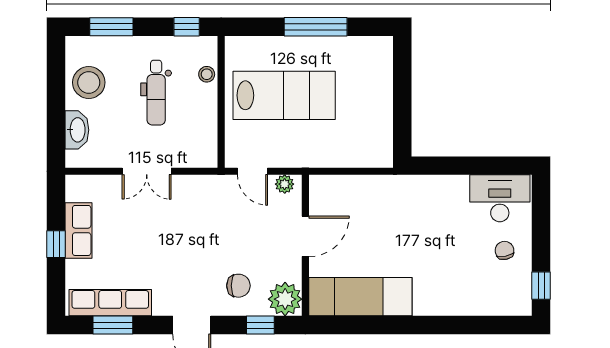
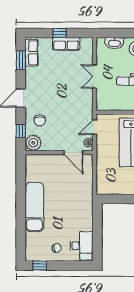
door: (305, 236) -> (73, 153), moved
exam couch: (360, 297) -> (34, 207), moved
row of seats: (110, 303) -> (32, 53), width x0.68

